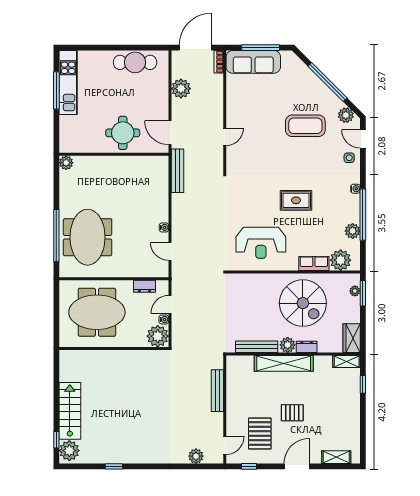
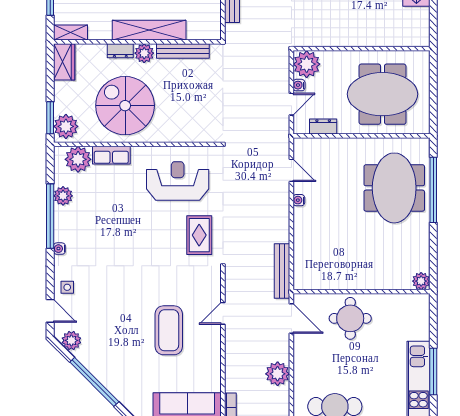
coffee table: (305, 126) -> (169, 330), moved, turned 90
rug: (296, 200) -> (199, 235), moved, turned 90
plant: (355, 291) -> (66, 126), width x1.88, depth x1.88

